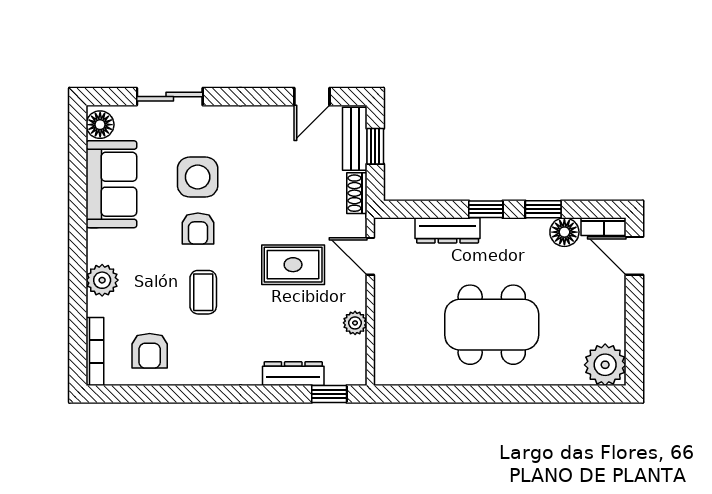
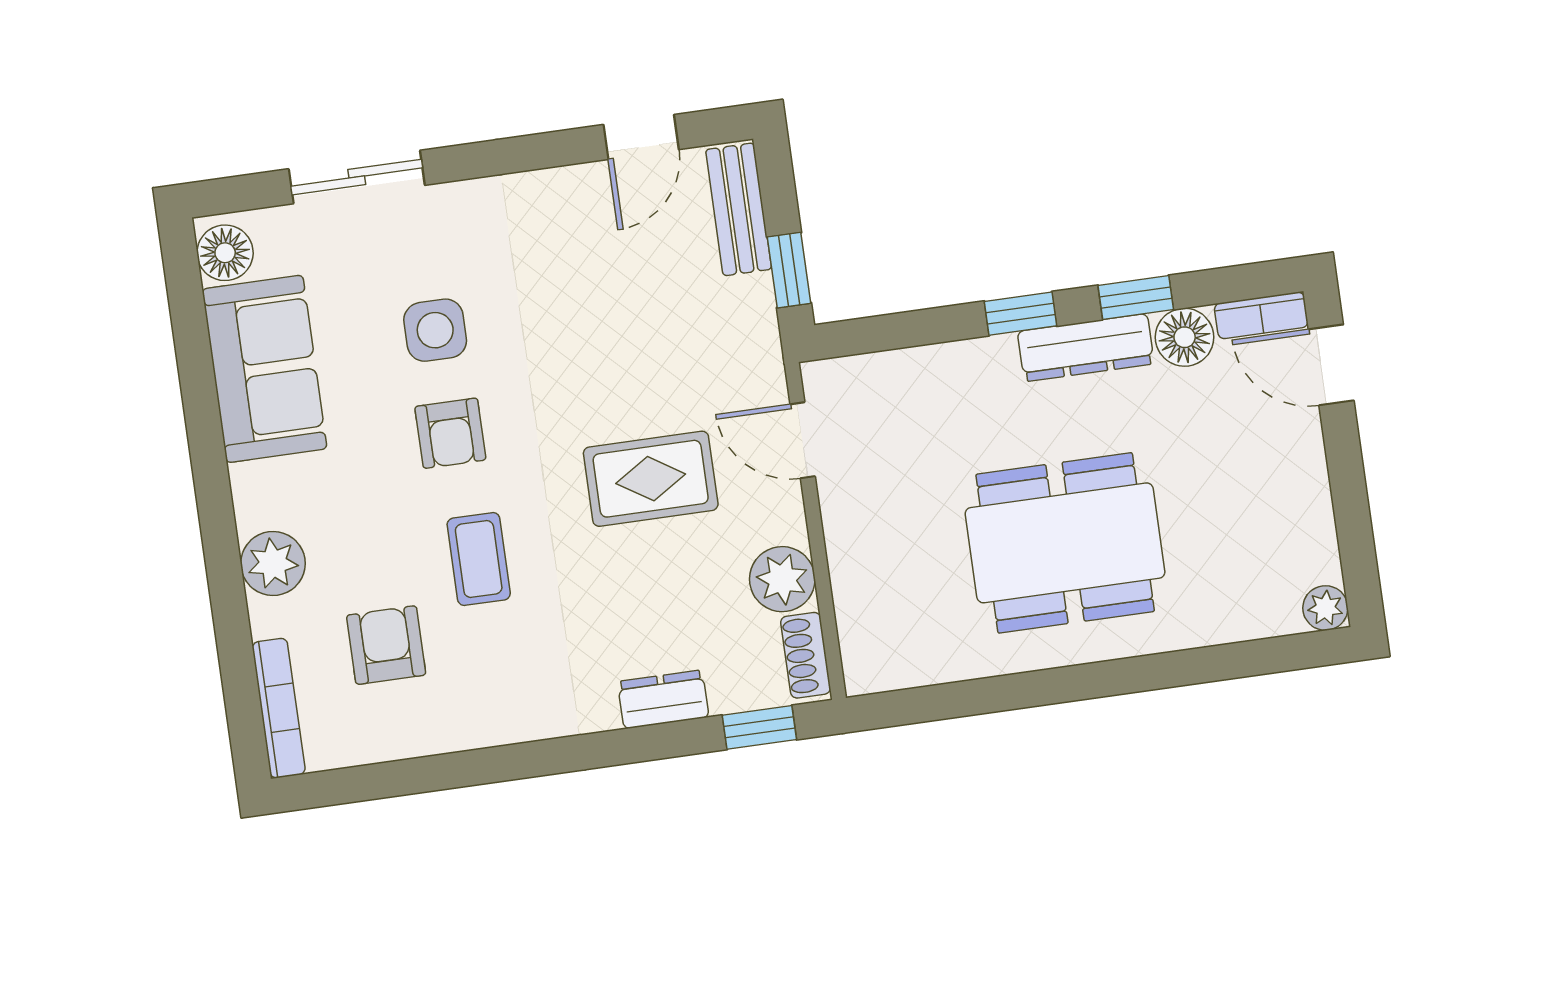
window: (375, 146) -> (789, 270), moved
side table: (198, 177) -> (435, 330), width x0.73, depth x0.73
shoe rack: (357, 193) -> (806, 655), moved
dresser: (448, 230) -> (1086, 348), moved
plant: (355, 323) -> (782, 579), width x1.38, depth x1.38
armchair: (150, 351) -> (386, 645), moved, turned 180
plant: (605, 365) -> (1325, 608), width x0.53, depth x0.53
dresser: (293, 374) -> (663, 699), width x0.70

